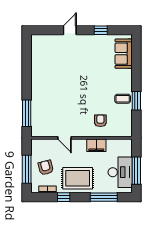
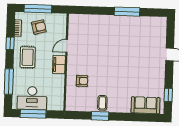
window: (101, 30) -> (168, 95), moved
window: (27, 113) -> (127, 12), moved
filing cabinet: (96, 145) -> (59, 65), moved
rug: (78, 178) -> (28, 57), width x0.73, depth x0.70

